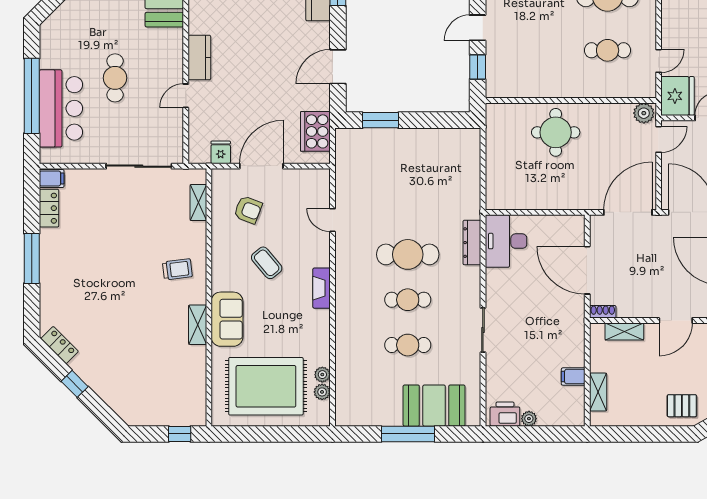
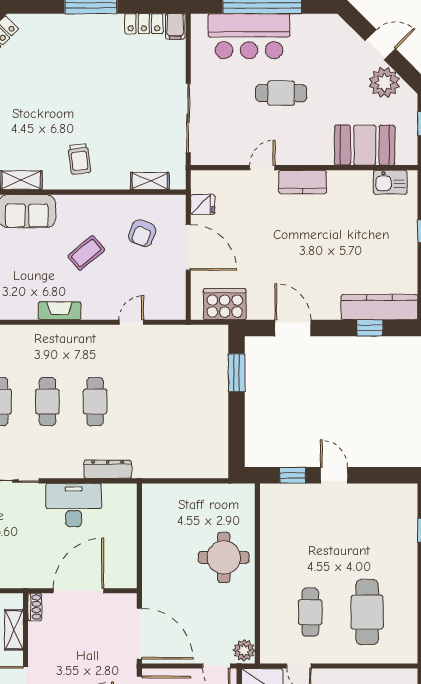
door: (186, 96) -> (262, 168), hinge flipped
desk: (506, 241) -> (74, 505), moved
cafe table: (408, 254) -> (95, 402), width x0.73, depth x0.74

